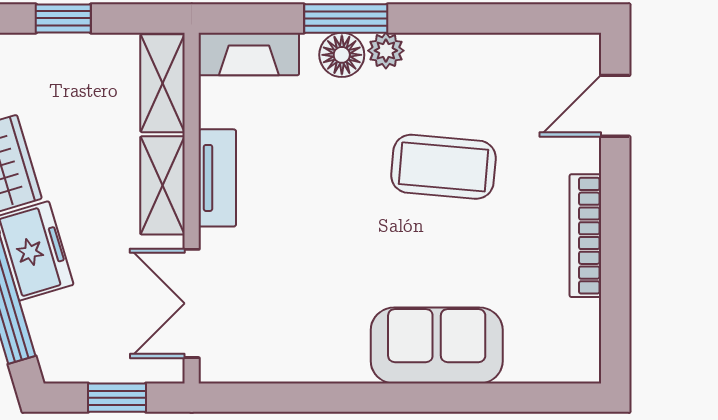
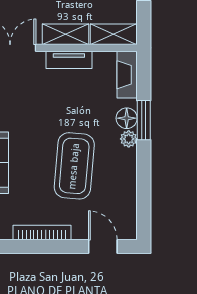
coffee table: (443, 167) -> (74, 166), width x1.36, depth x1.32

